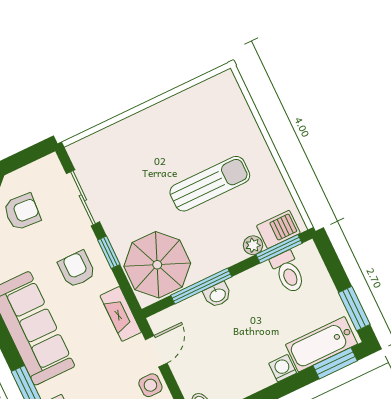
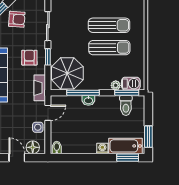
sun lounger: (190, 144) -> (109, 25), added

